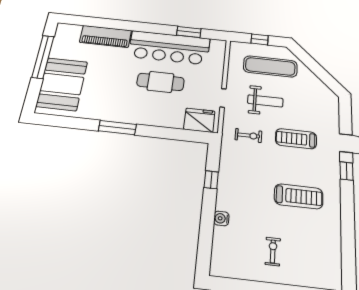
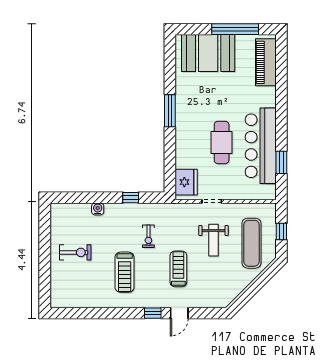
piano: (106, 36) -> (266, 62), moved
exercise bike: (248, 135) -> (148, 236), moved
exercise bike: (273, 251) -> (75, 252), width x1.38, depth x1.39

